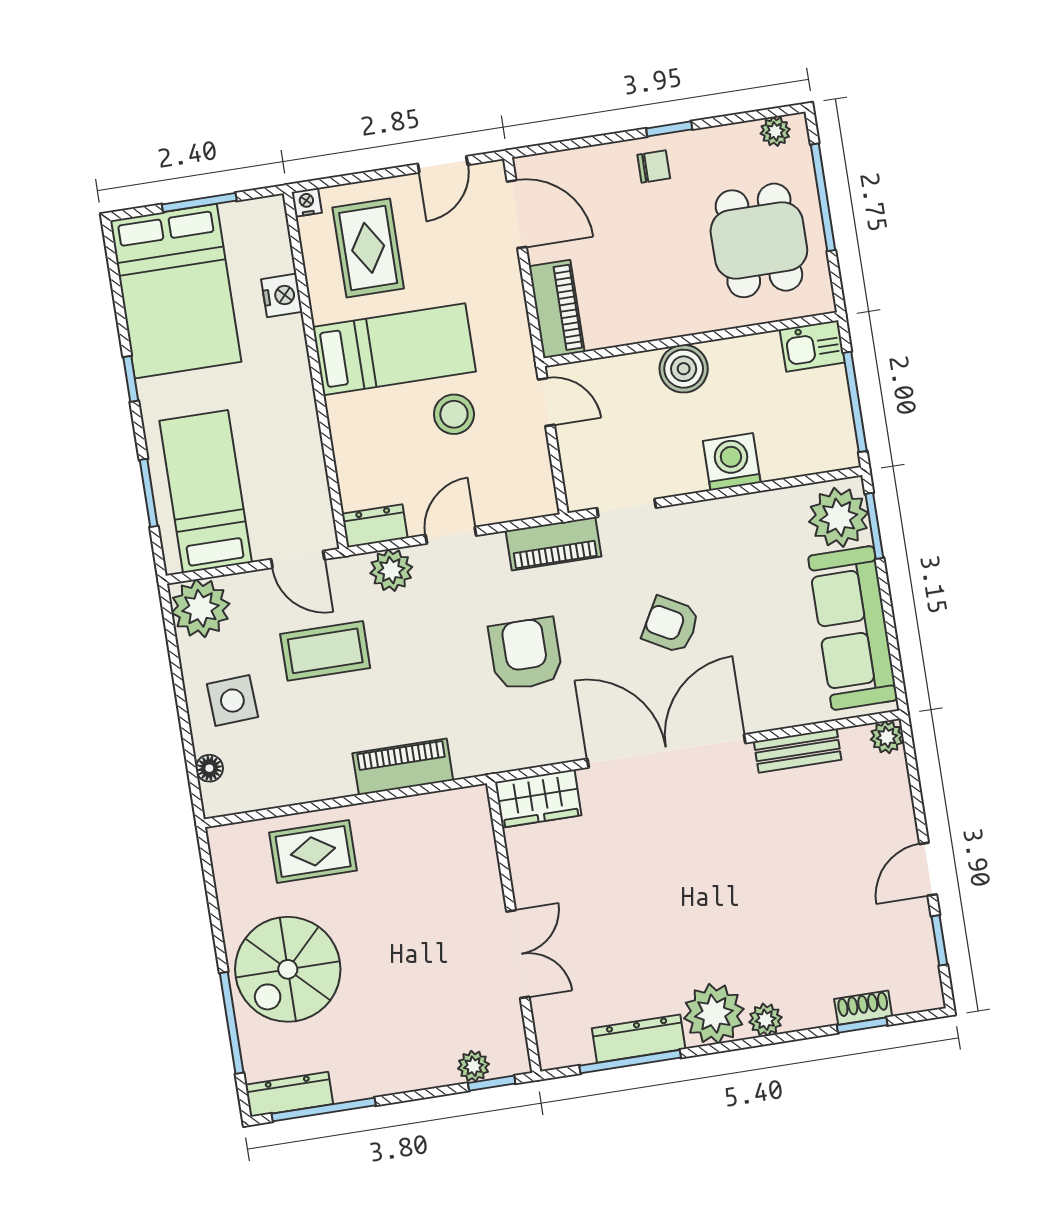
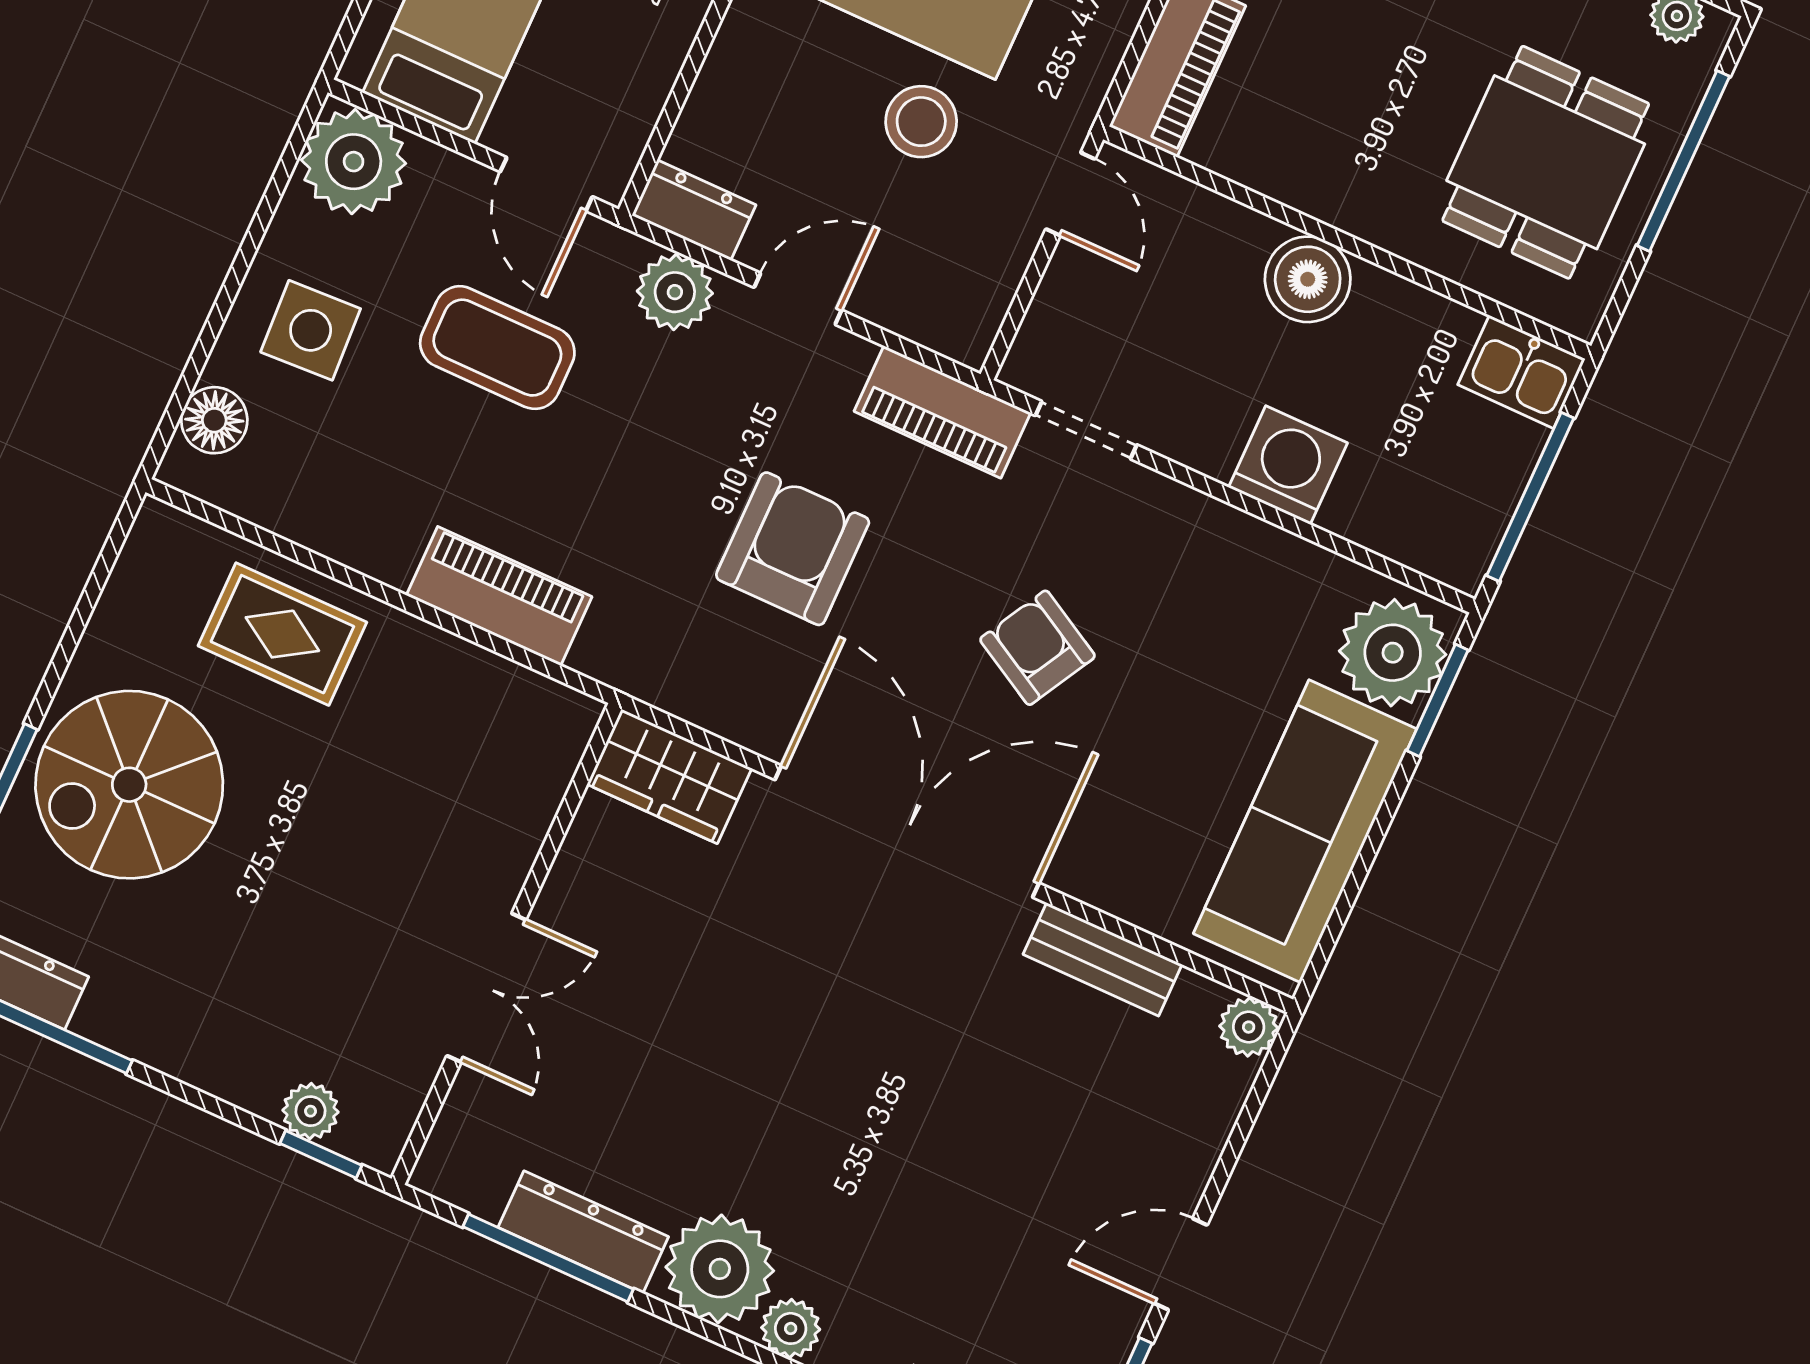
floor lamp: (209, 768) -> (214, 420), width x1.37, depth x1.37

